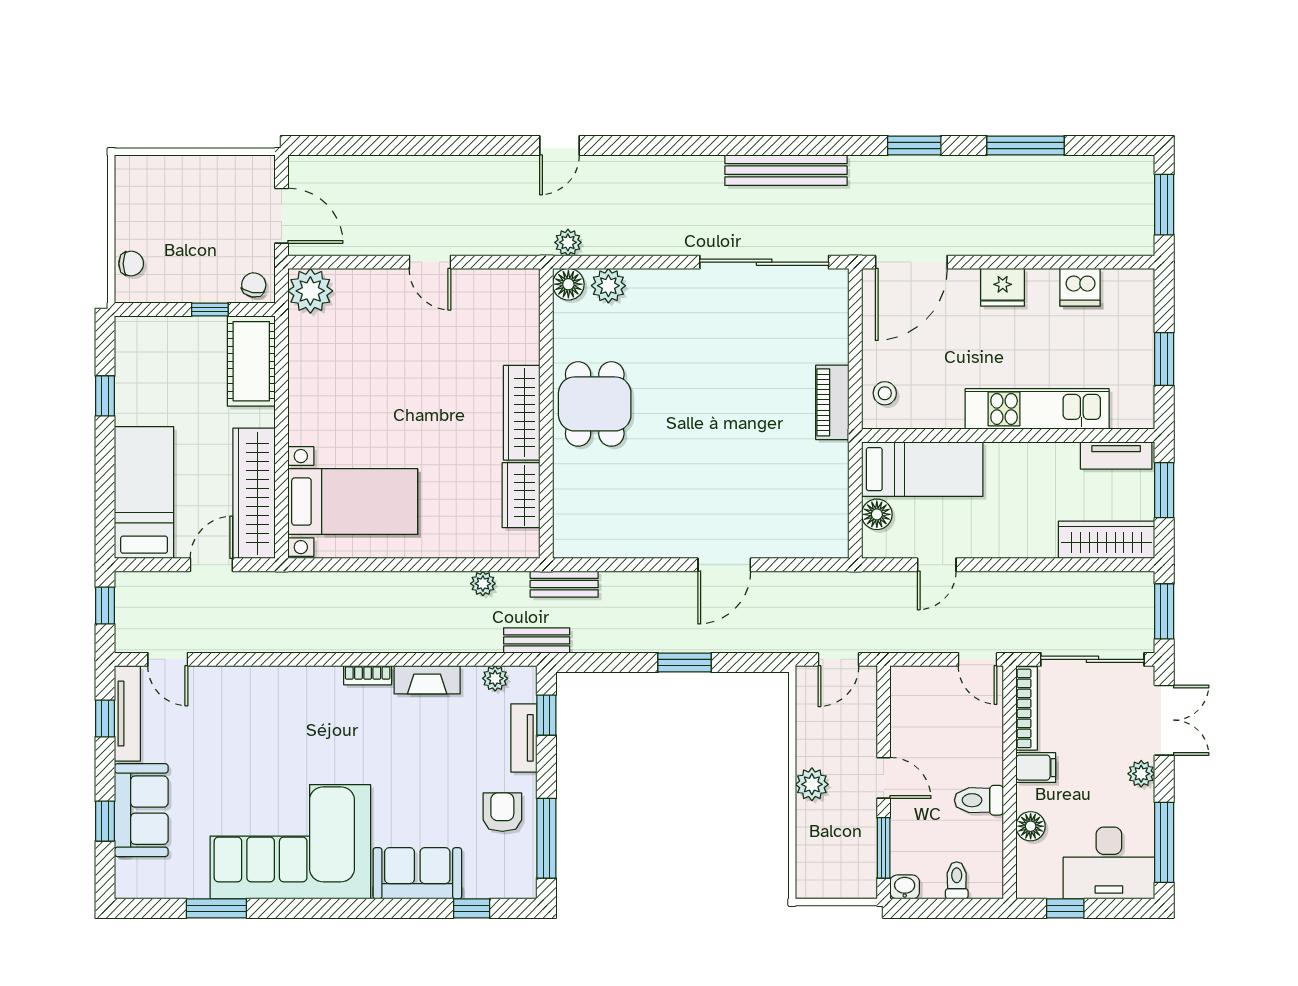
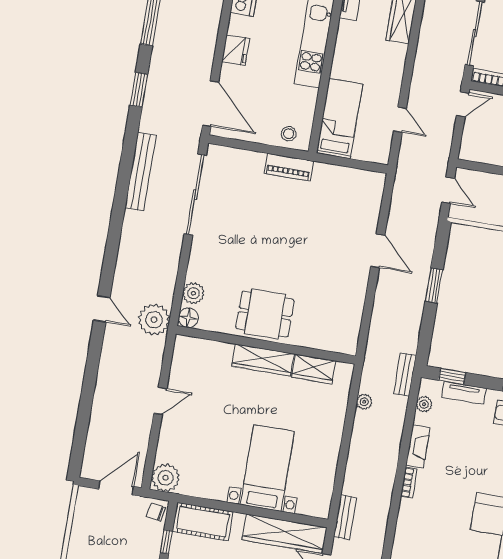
plant: (568, 242) -> (154, 320), width x1.87, depth x1.87
bed with nightstands: (353, 502) -> (267, 468), moved
floor lamp: (877, 514) -> (363, 151), removed
bench: (564, 584) -> (345, 517), moved

